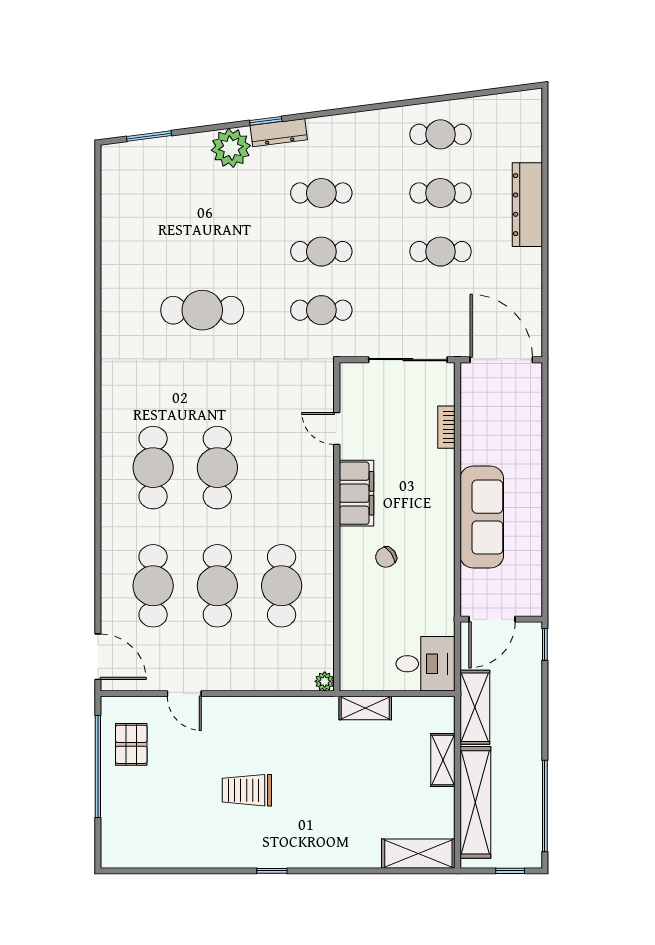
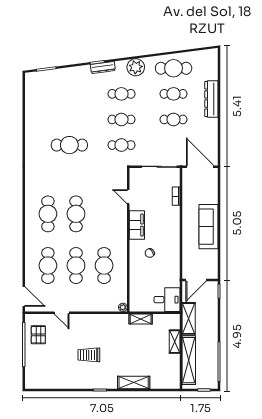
cafe table: (440, 134) -> (174, 68), width x1.37, depth x1.35
plant: (231, 148) -> (136, 67), moved
sofa: (482, 517) -> (209, 227), moved, turned 180
shelving: (418, 854) -> (134, 383), moved

